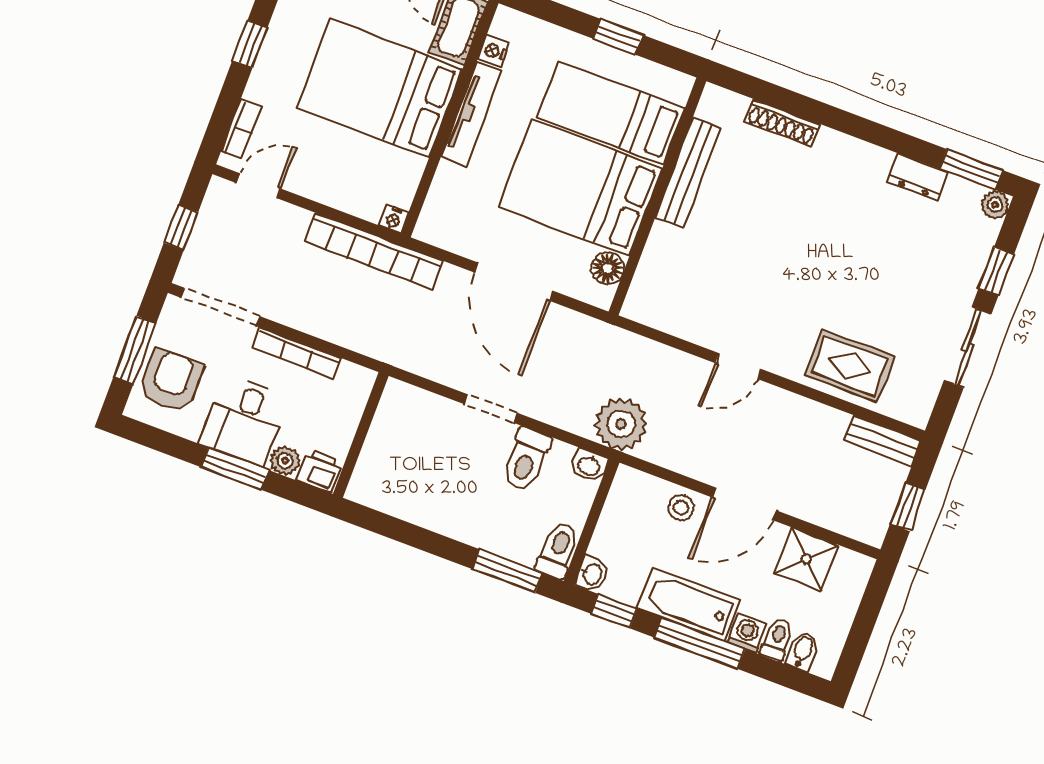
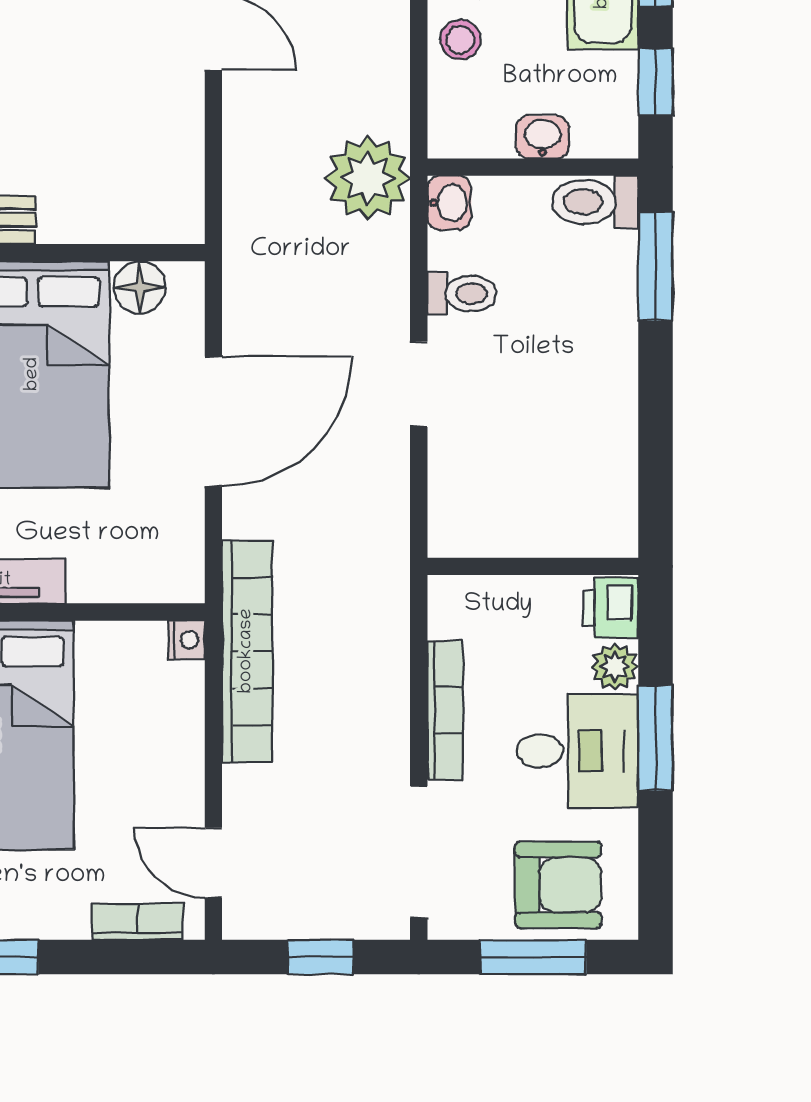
armchair: (171, 381) -> (558, 885), turned 180
toilet: (526, 459) -> (462, 294), width x0.73, depth x0.72
washbasin: (592, 574) -> (543, 137), moved

